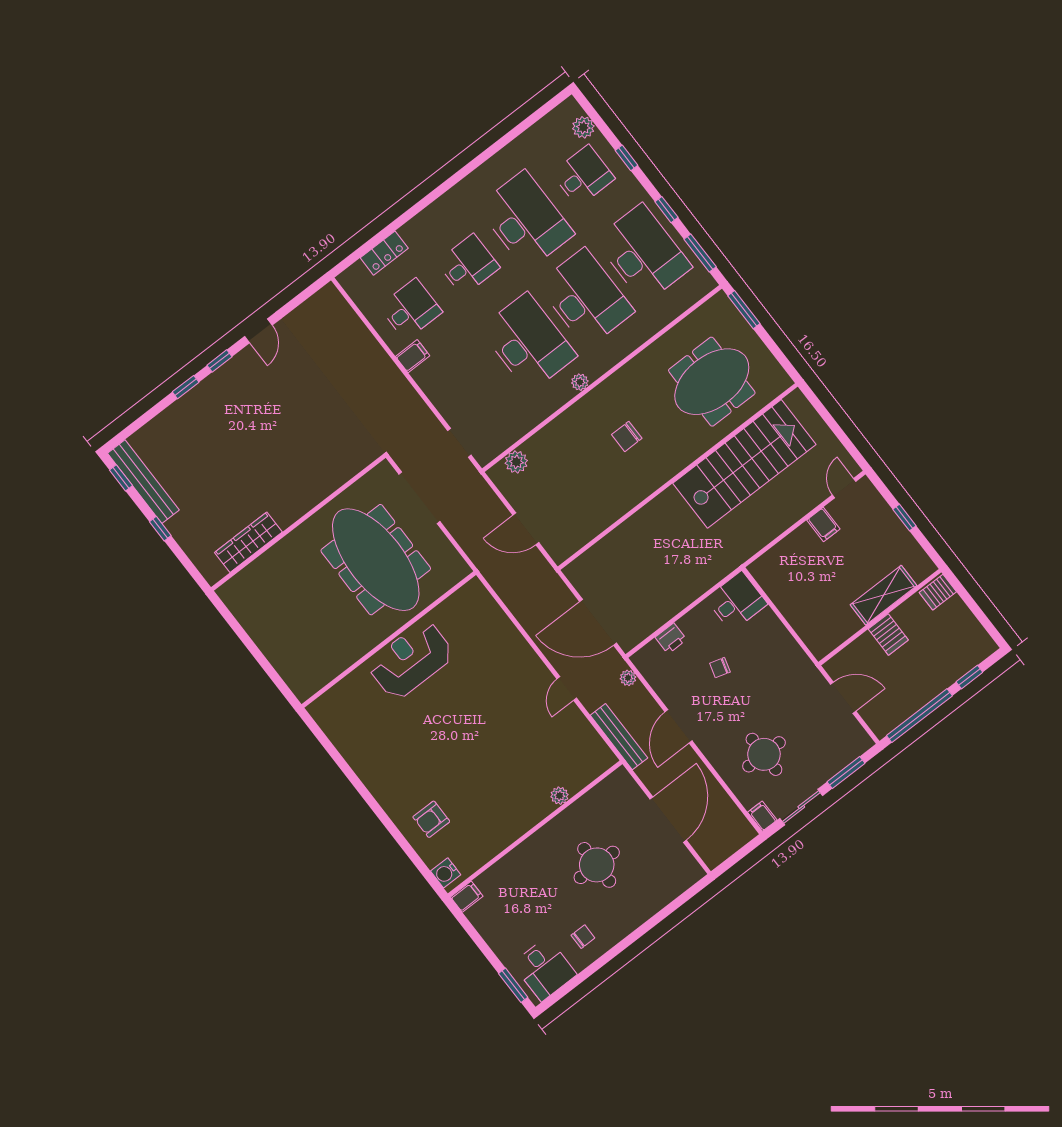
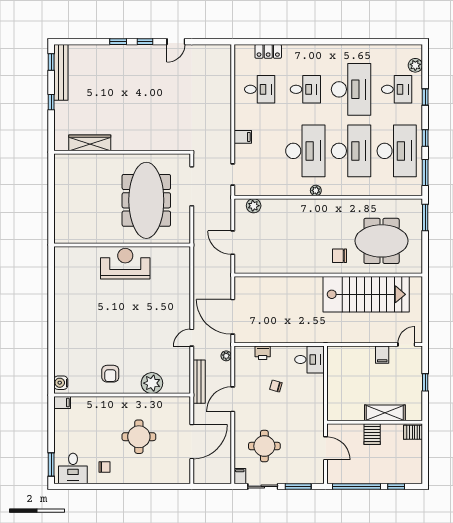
filing cabinet: (413, 356) -> (243, 137), moved
chair: (627, 436) -> (340, 256), moved
plant: (560, 796) -> (152, 383), width x1.88, depth x1.88
armchair: (431, 819) -> (110, 374), moved, turned -90

